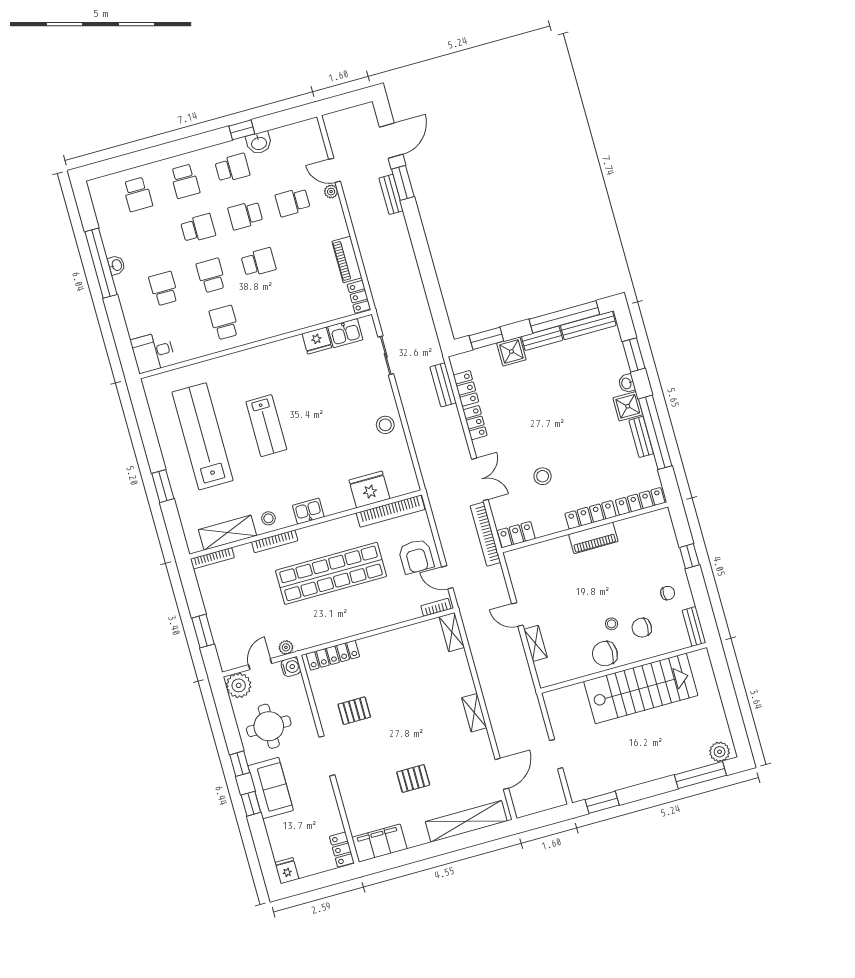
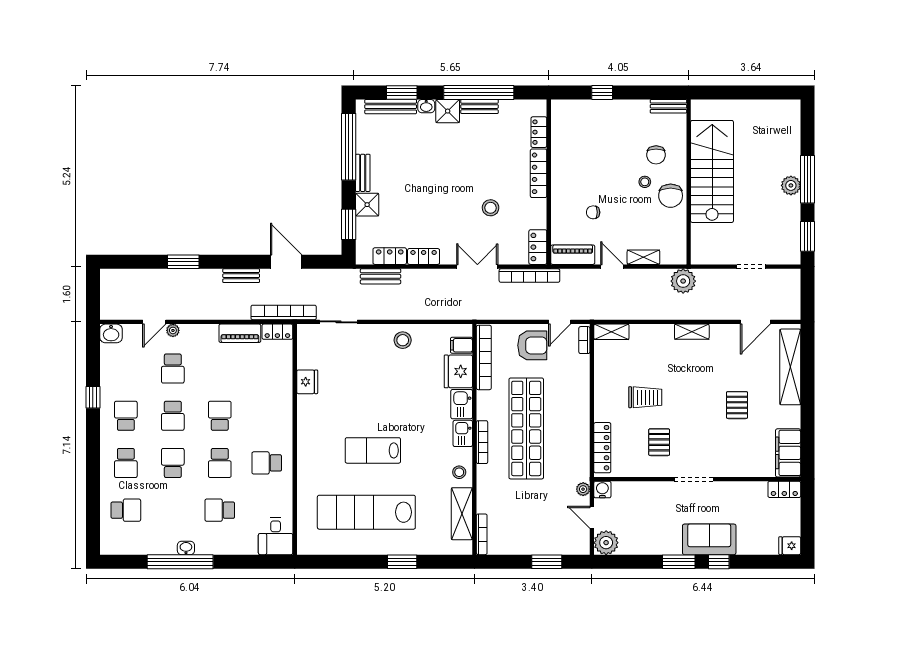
door: (391, 141) -> (286, 262), moved
washbasin: (259, 143) -> (111, 333), moved, turned 90
school desk: (185, 181) -> (126, 463), turned 90
bench: (391, 194) -> (241, 276), moved
school desk: (211, 275) -> (220, 463), turned -90
bookcase: (380, 298) -> (284, 312), added
bench: (588, 325) -> (391, 107), moved, turned 90
kitchen sink: (345, 333) -> (462, 404), moved, turned 180
lab bench: (266, 426) -> (373, 450), turned 180
filing cabinet: (397, 485) -> (461, 345), added
locker: (640, 501) -> (539, 132), width x0.66
piano: (593, 538) -> (573, 255), moved, turned -90
bookcase: (275, 541) -> (482, 442), moved
chair: (668, 593) -> (593, 212), moved, turned -90
door: (517, 614) -> (612, 267), swing flipped
trolley: (396, 684) -> (645, 397), added
plant: (523, 690) -> (683, 281), added
round table: (269, 726) -> (652, 525), removed
plant: (720, 752) -> (791, 185), moved
window: (240, 764) -> (679, 562), width x1.50
door: (502, 774) -> (755, 322), swing flipped
window: (700, 775) -> (807, 179), moved

